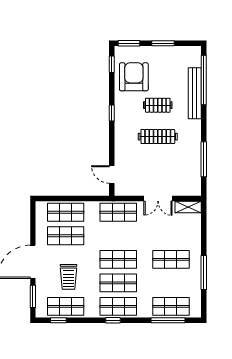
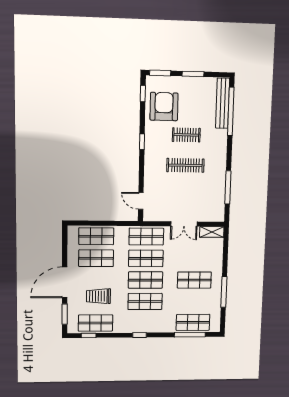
bench: (195, 93) -> (223, 103), moved
trolley: (68, 277) -> (98, 296), turned 90
shop shelf: (118, 306) -> (146, 258), moved

